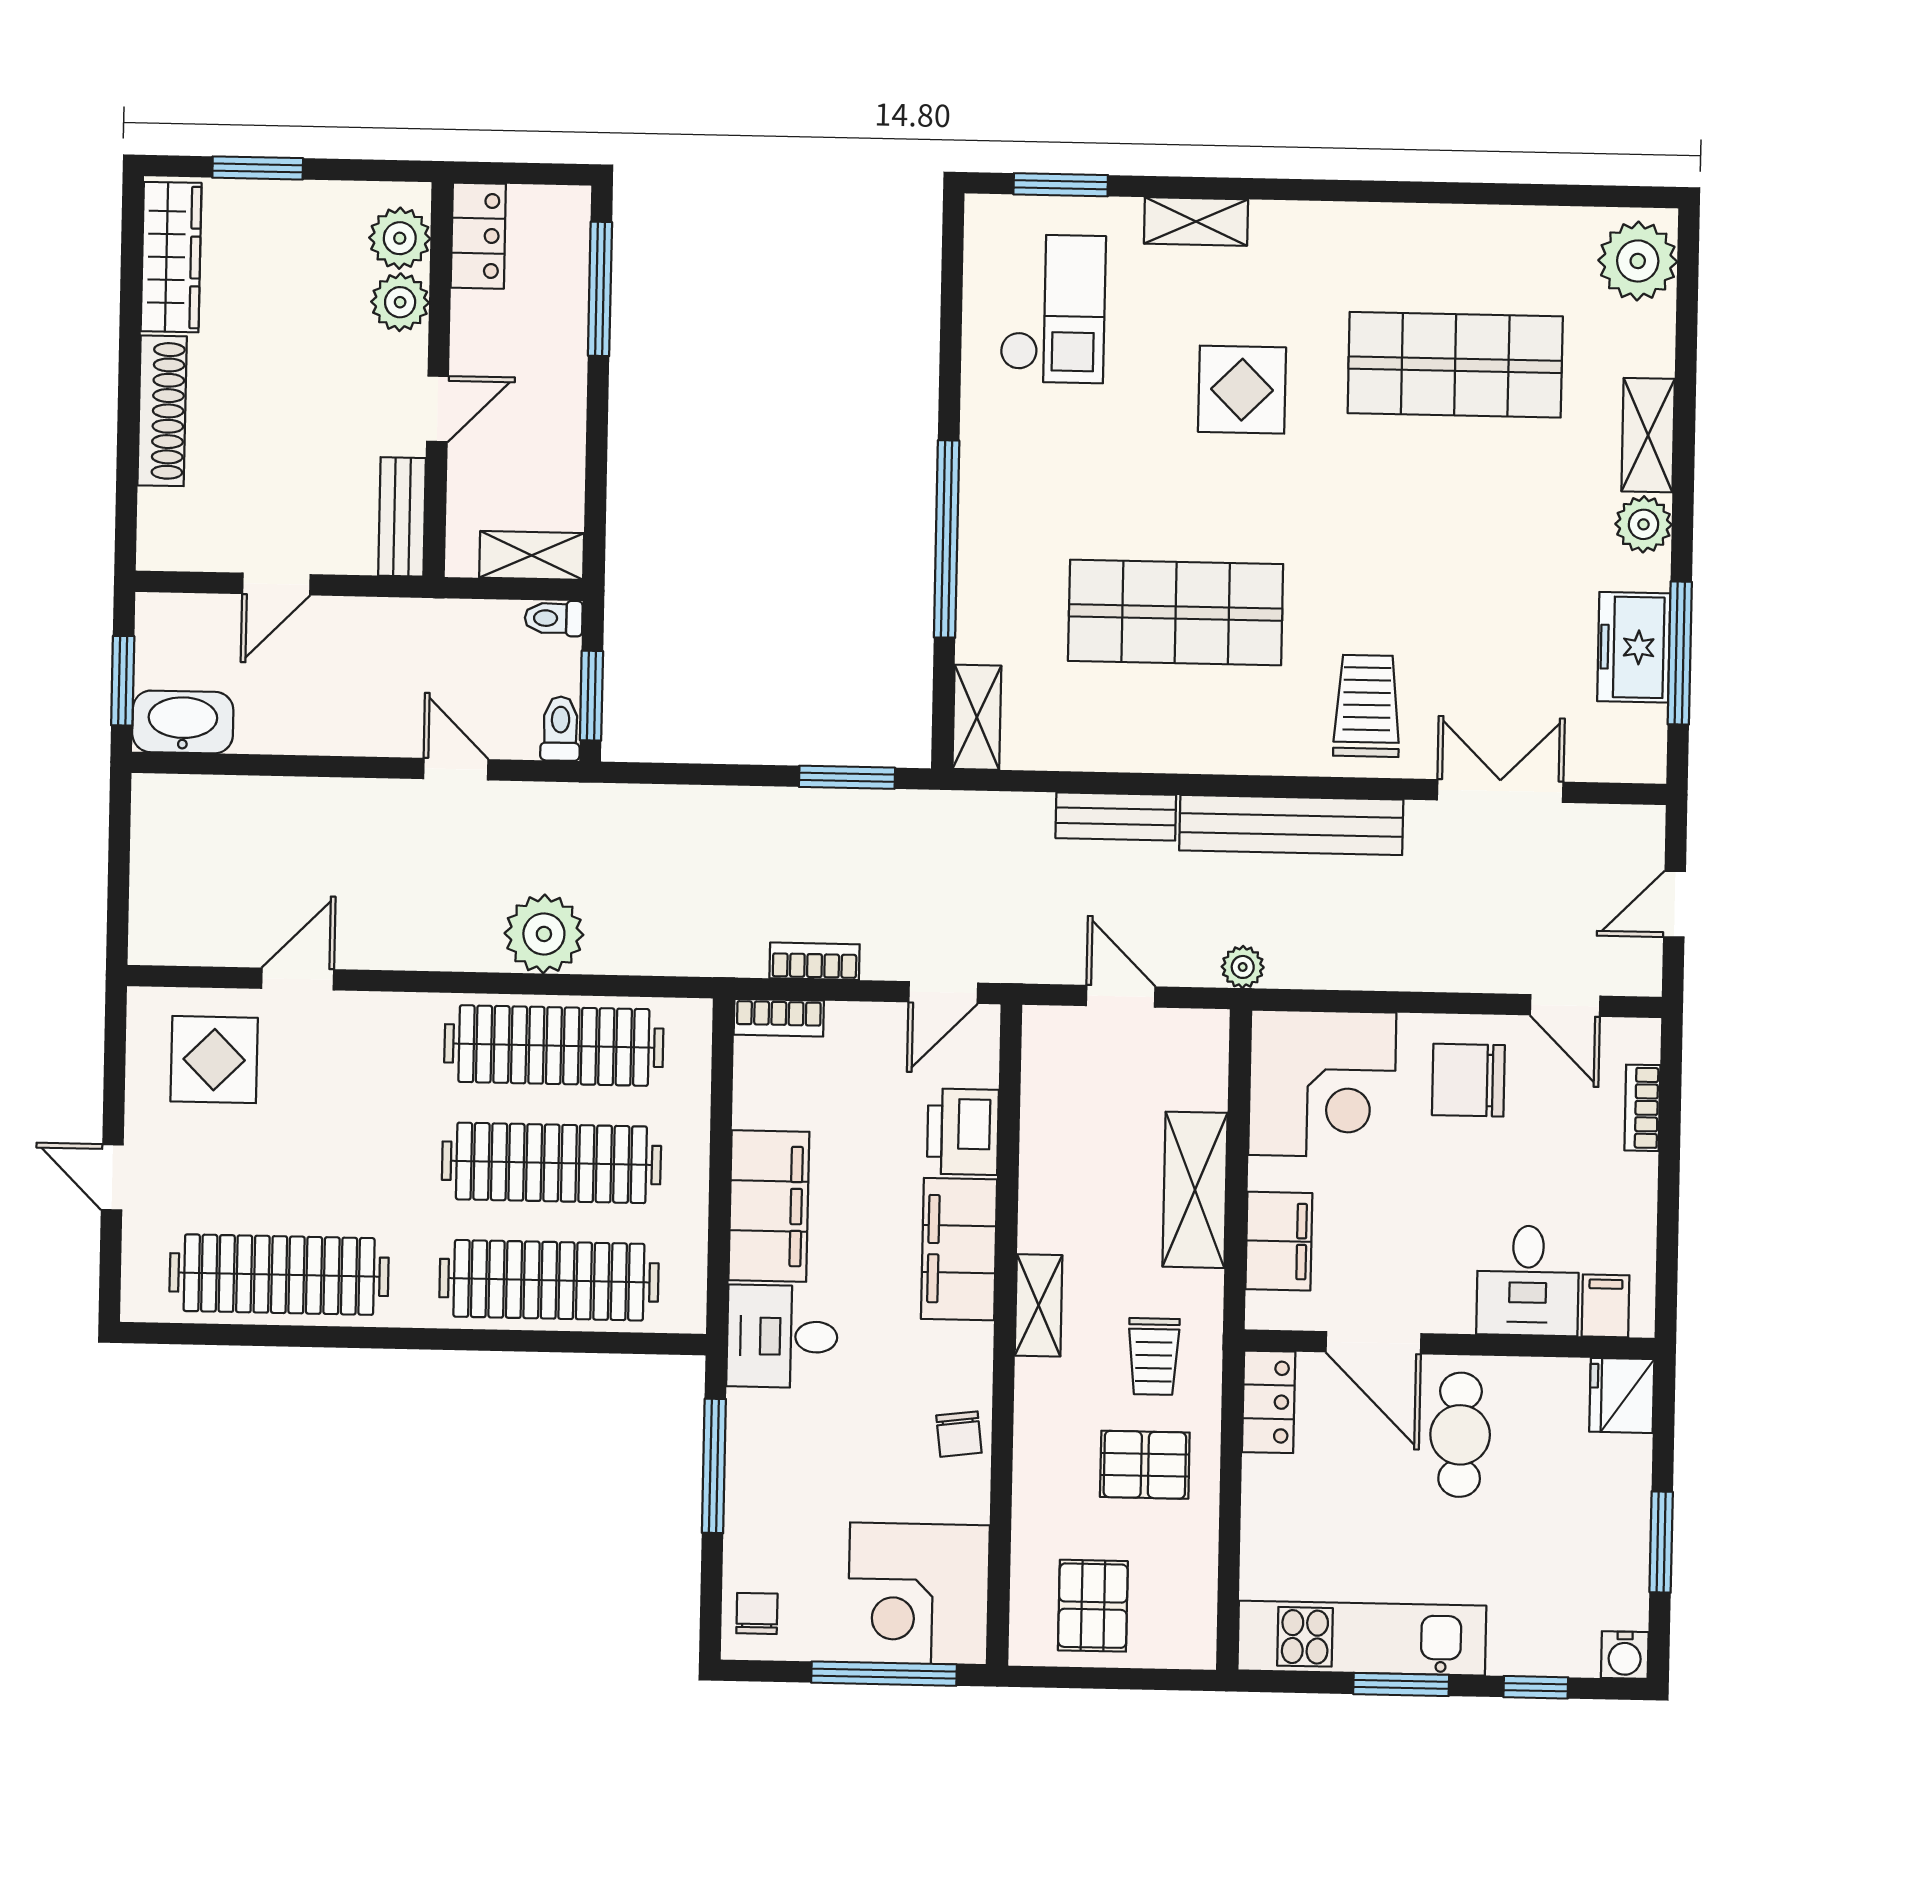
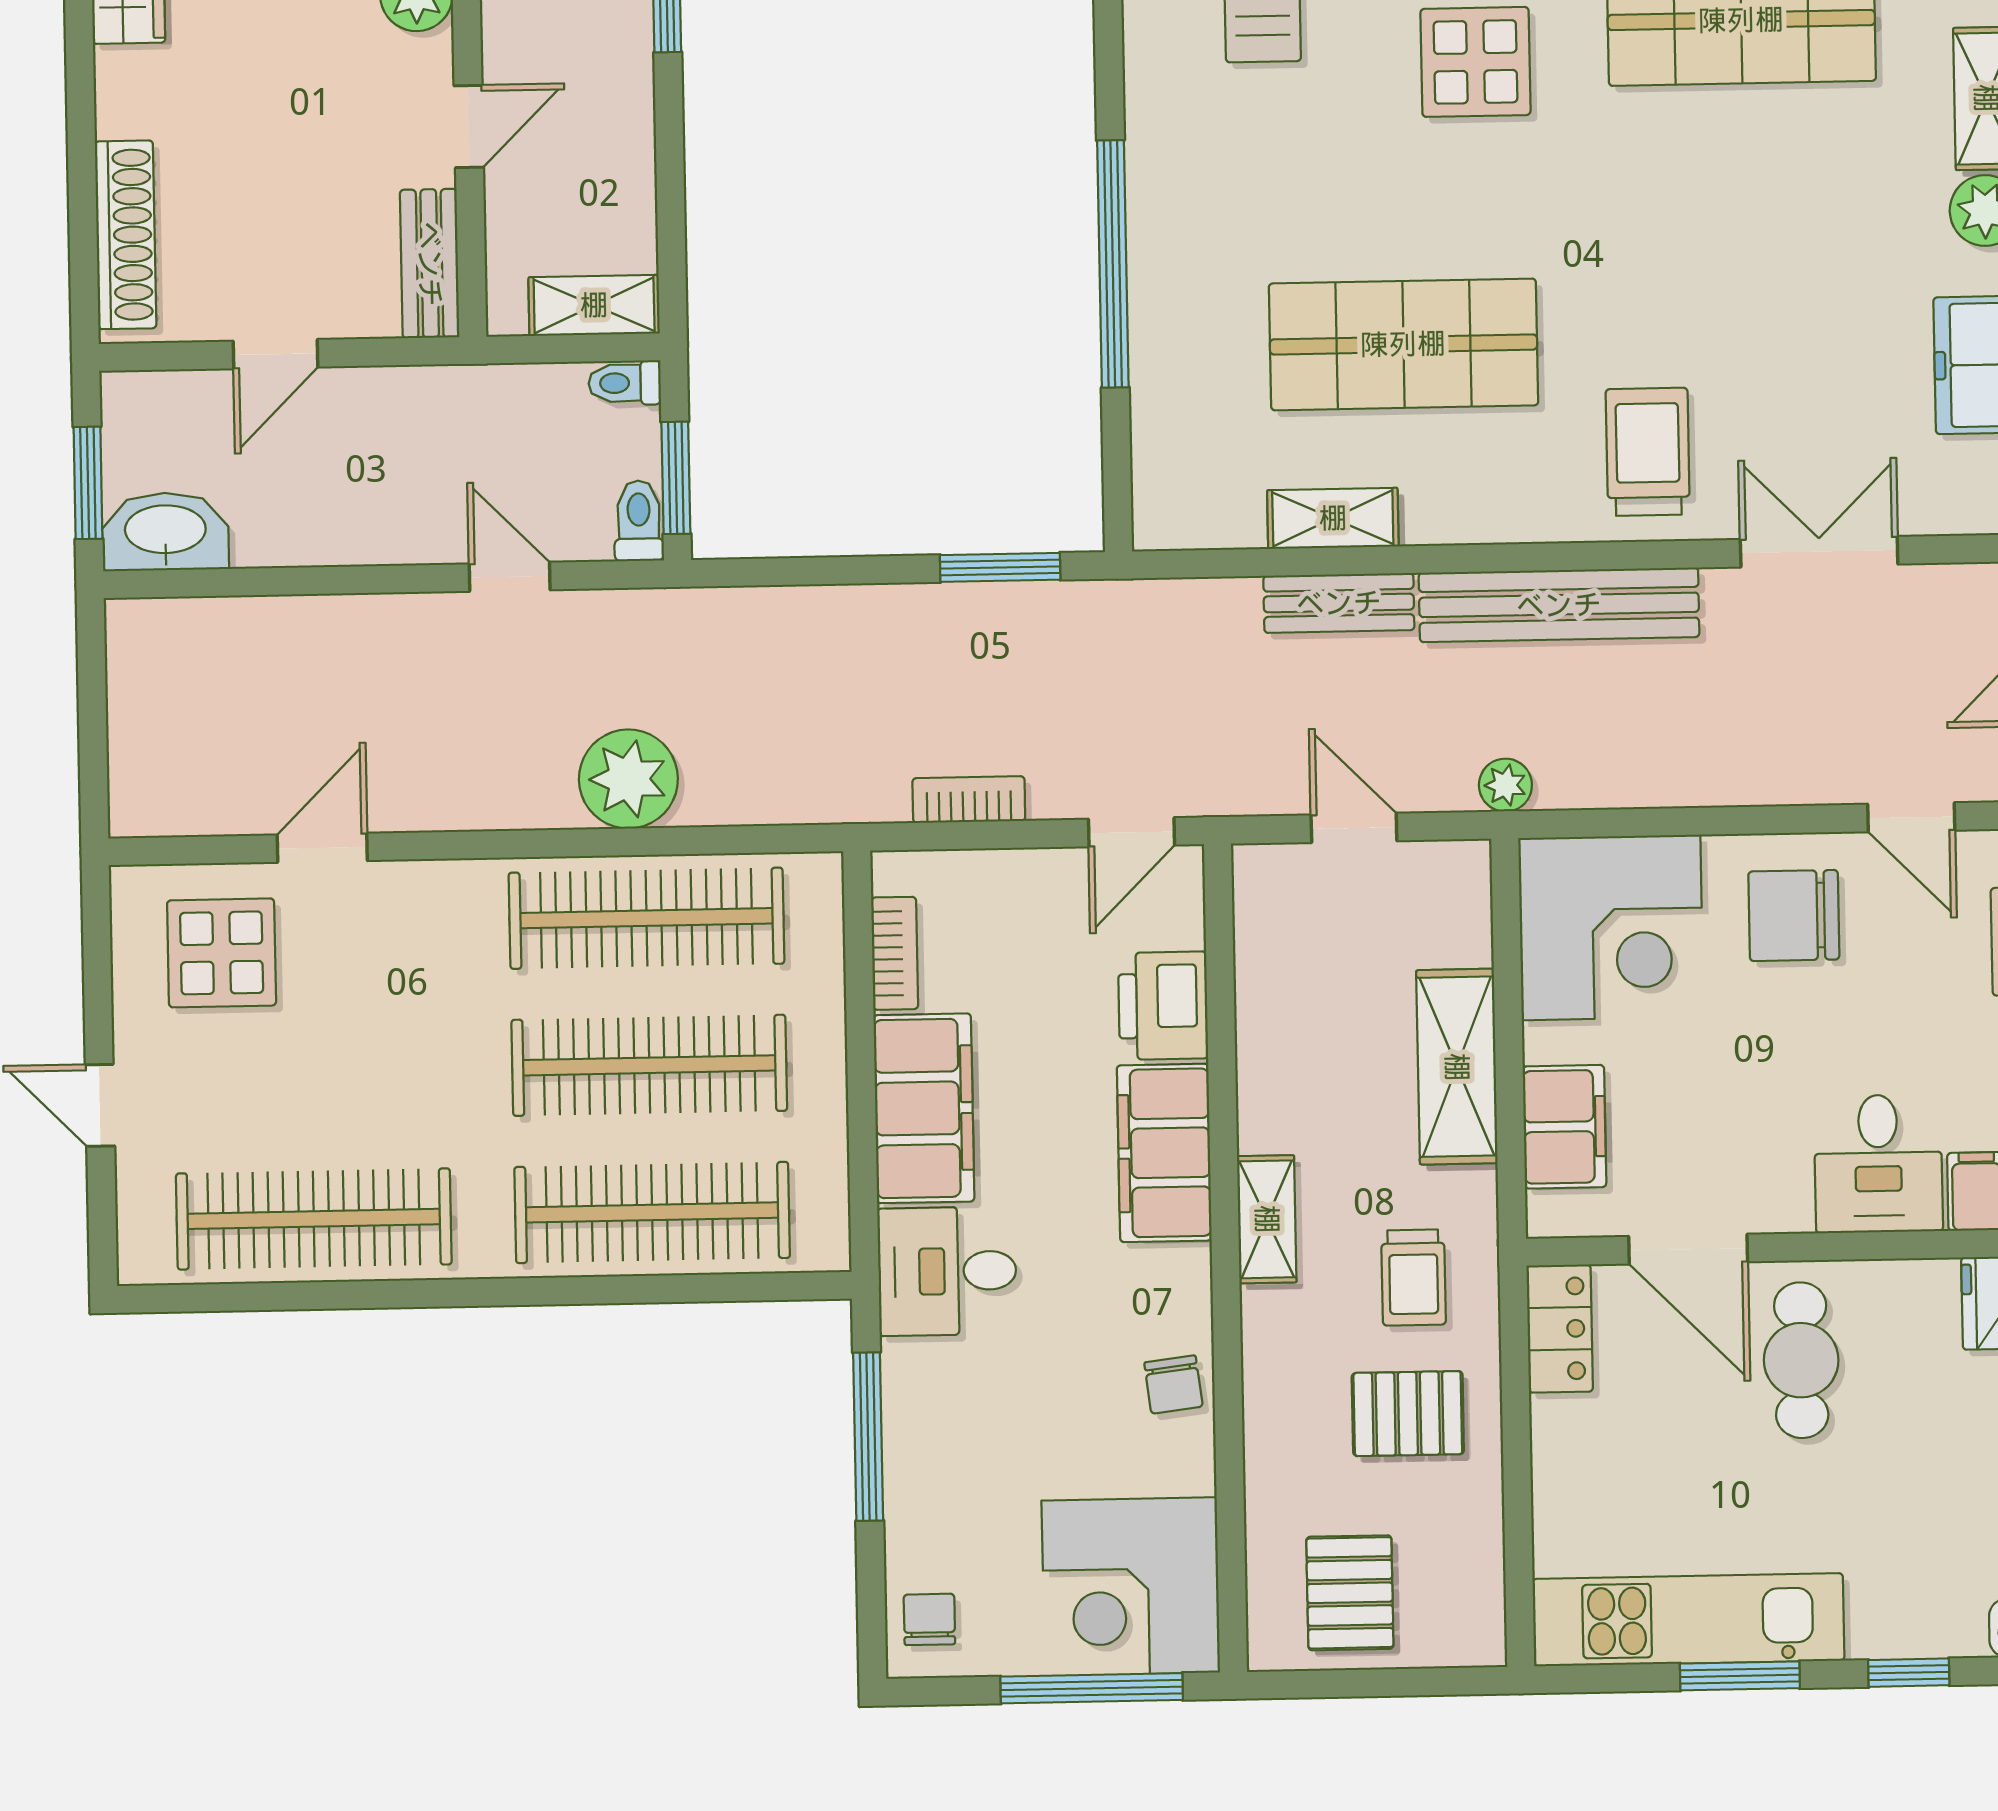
shoe rack: (162, 411) -> (126, 235), moved
shelving: (977, 717) -> (1333, 518), moved, turned 90
bookcase: (779, 1018) -> (895, 953), moved, turned -90

